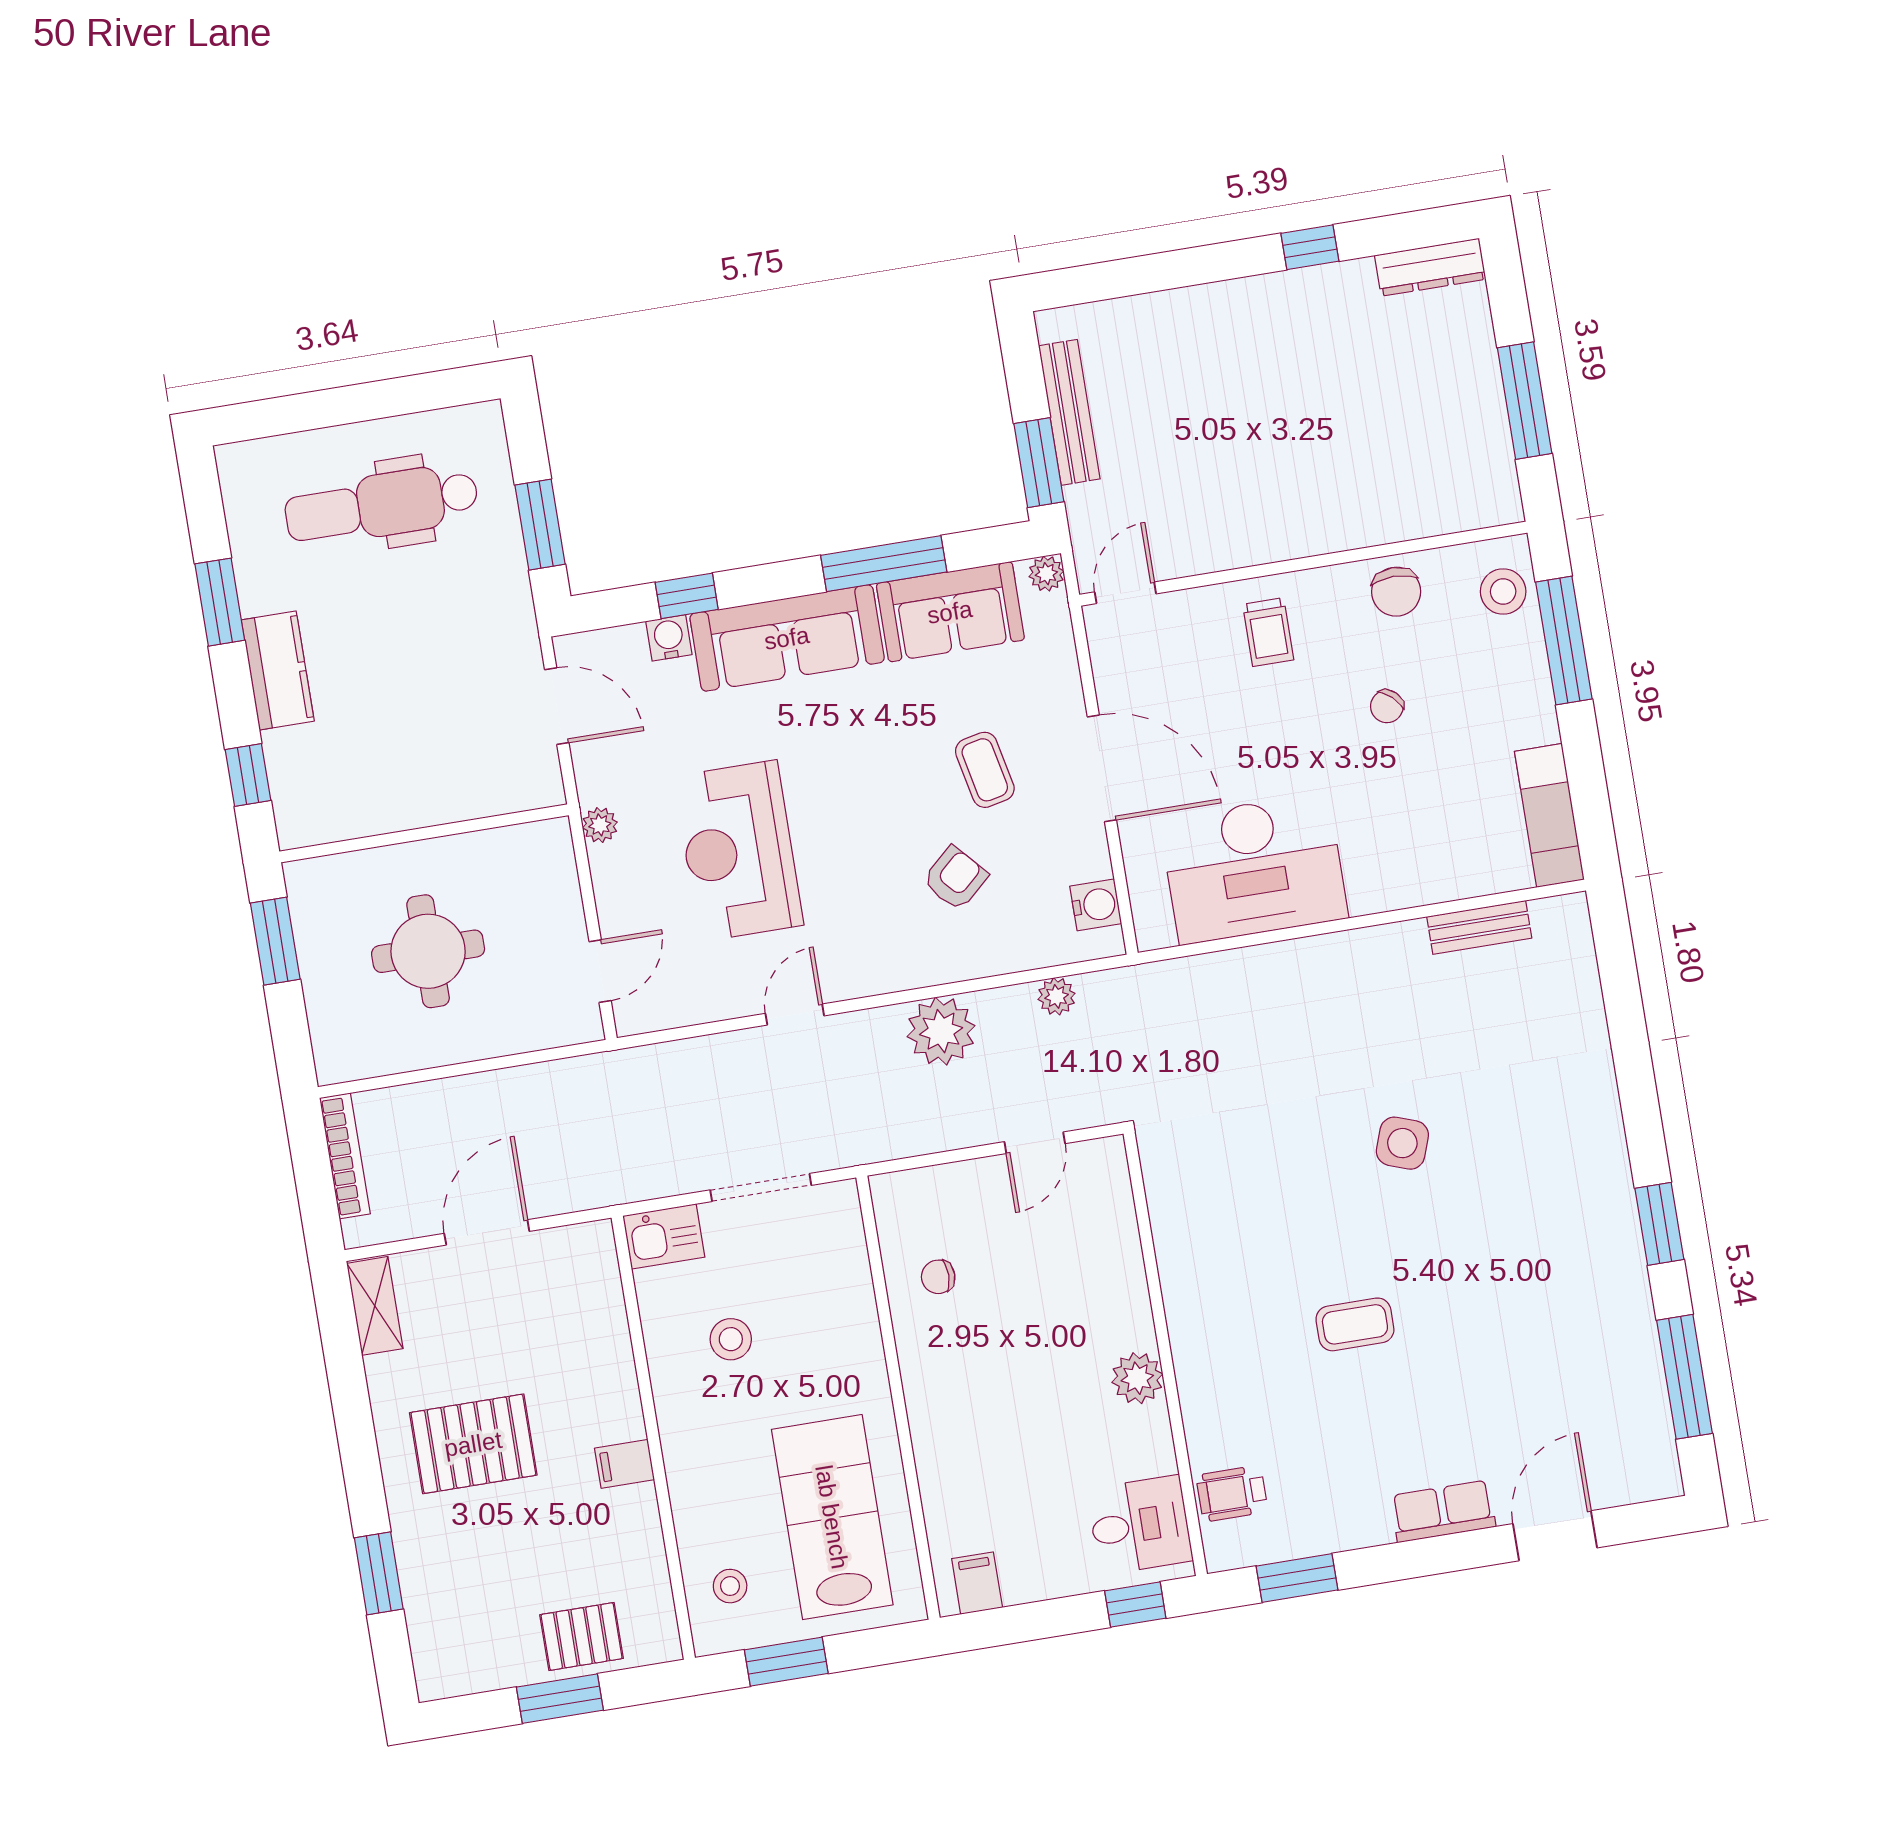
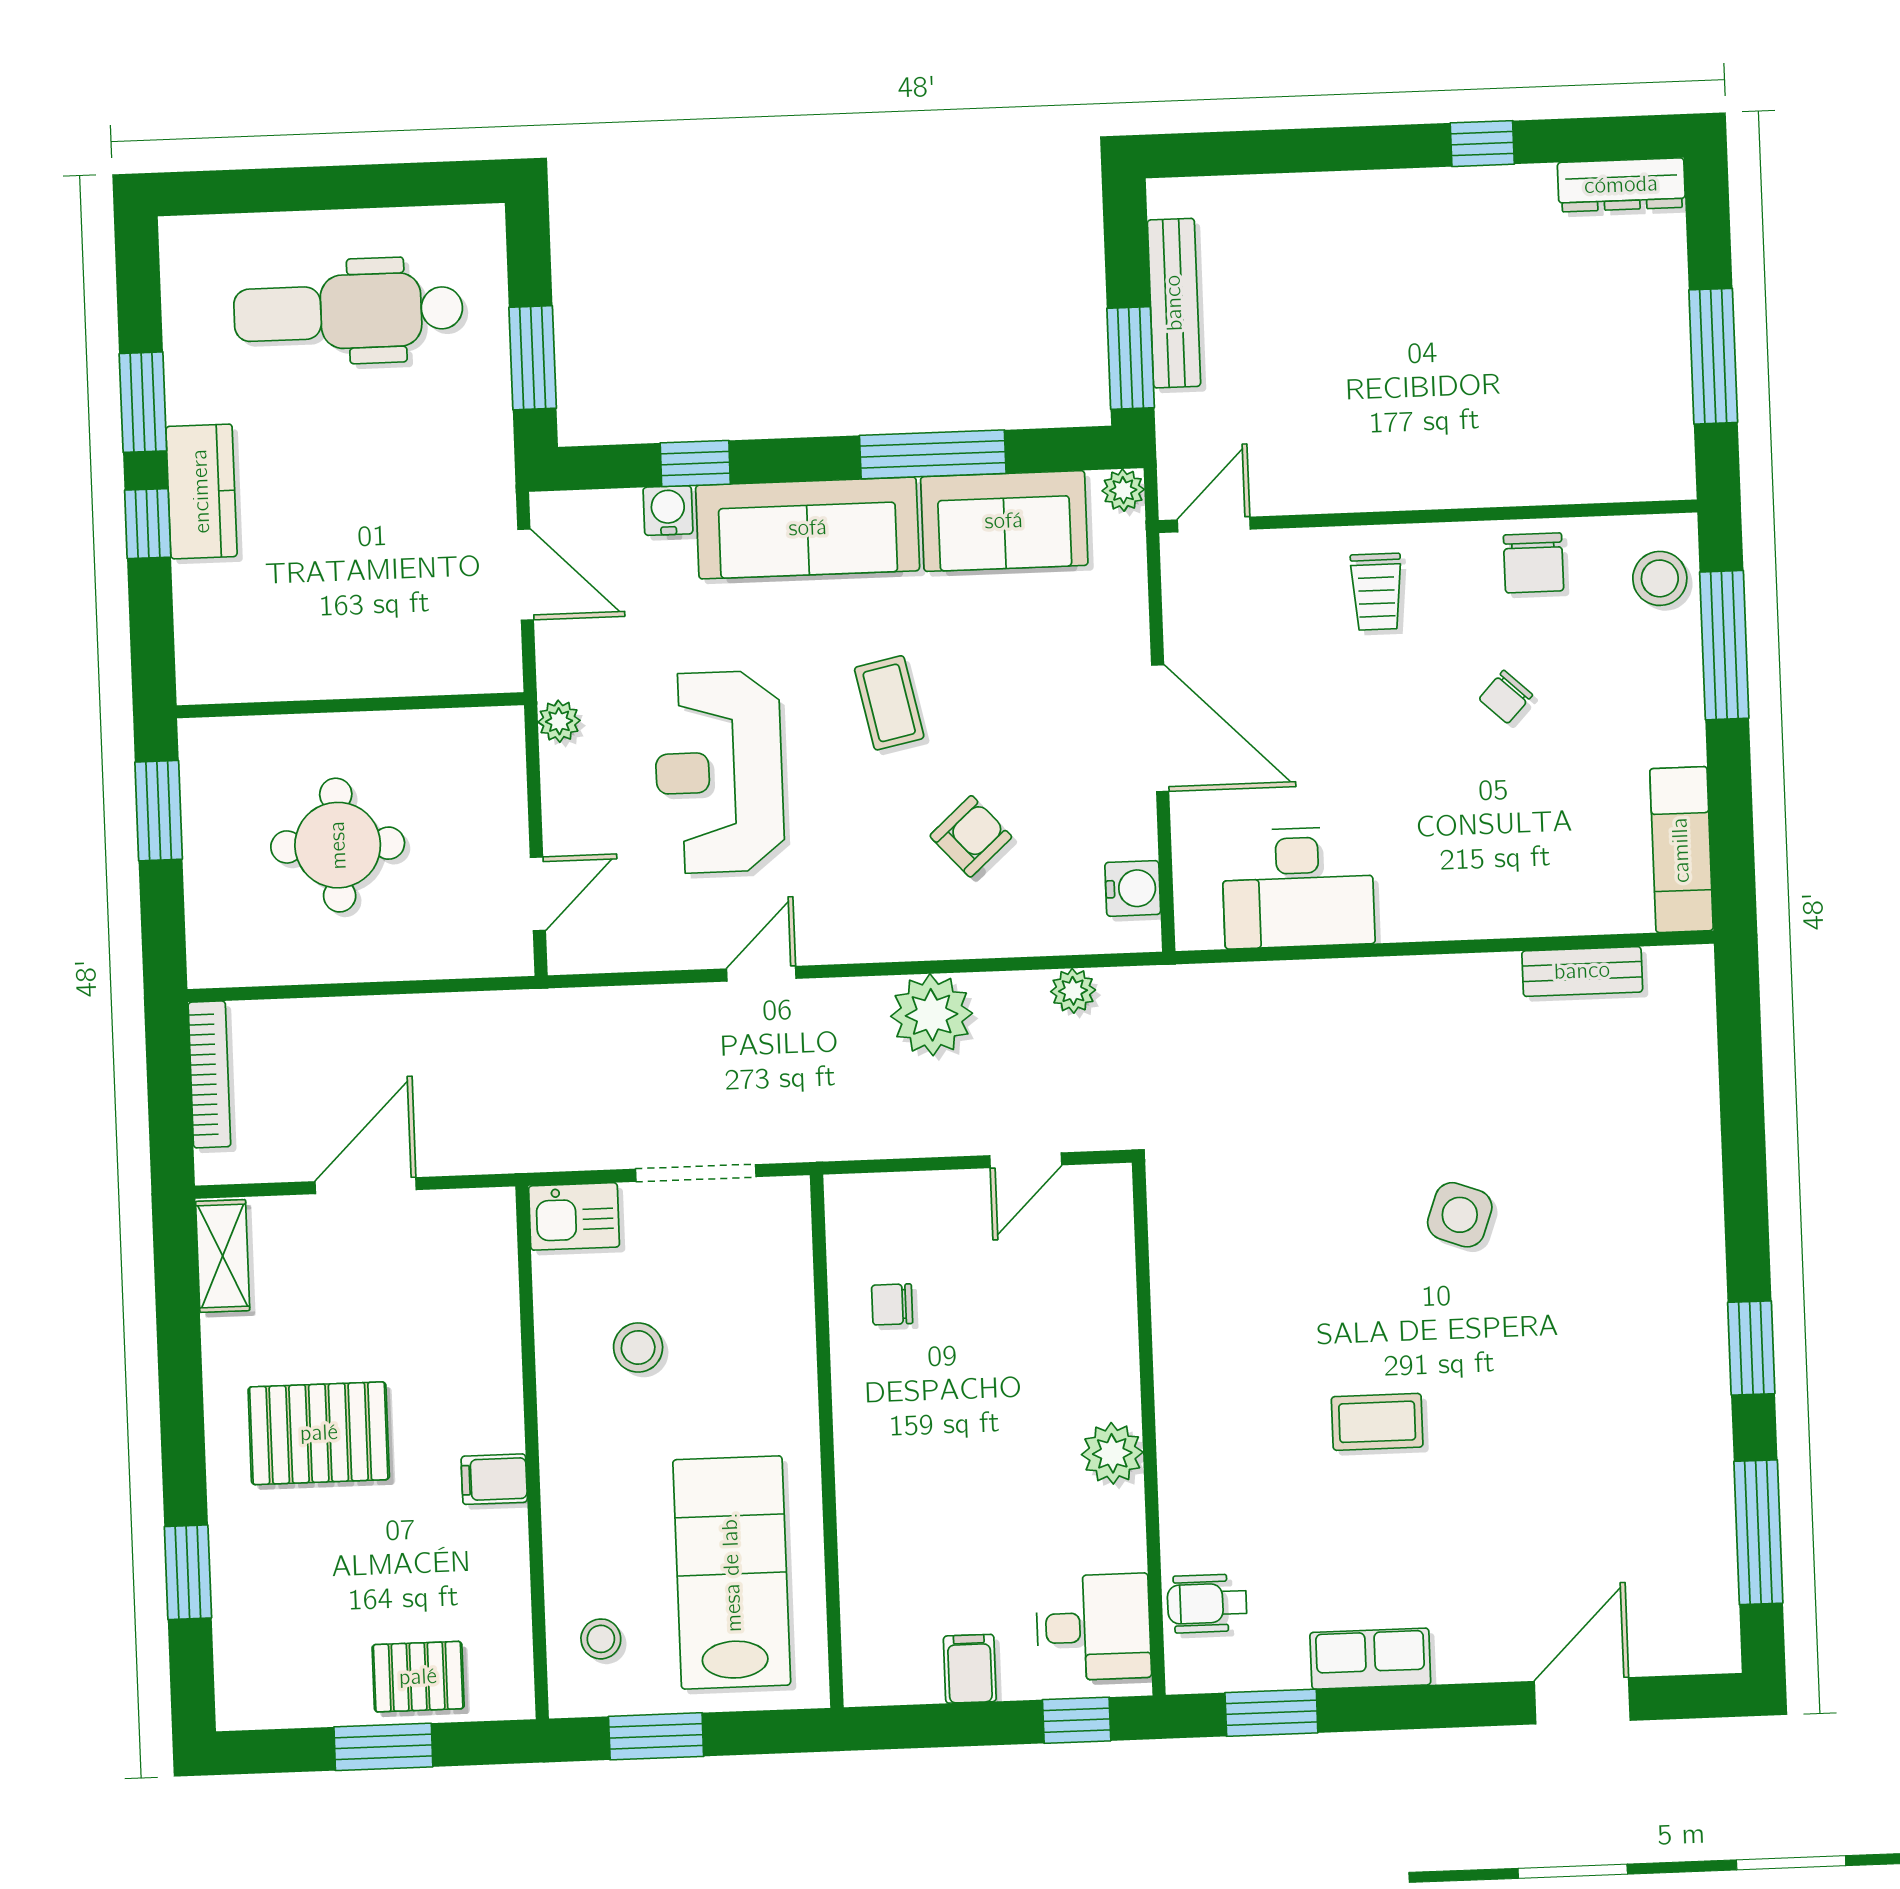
coffee table: (985, 770) -> (889, 703), moved
window: (248, 775) -> (148, 524), moved
desk: (1254, 868) -> (1298, 887), width x0.73, depth x0.77
row of seats: (1443, 1511) -> (1370, 1659), moved
filing cabinet: (977, 1583) -> (970, 1669), moved

